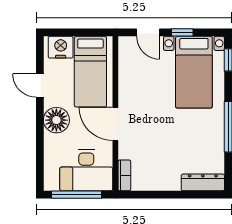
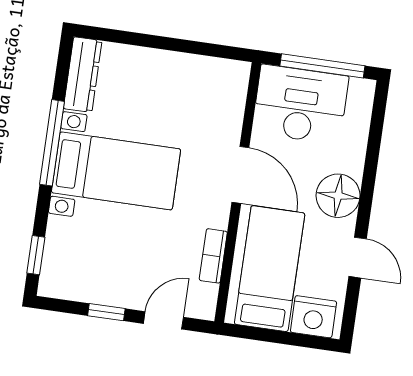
door: (148, 32) -> (163, 320), hinge flipped
bed with nightstands: (194, 72) -> (116, 171), moved, turned 90
bookcase: (124, 175) -> (213, 256), moved
dresser: (203, 182) -> (83, 75), moved, turned -90

